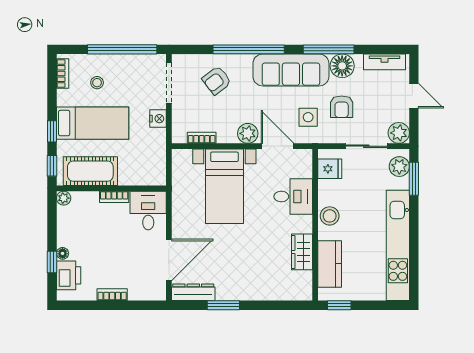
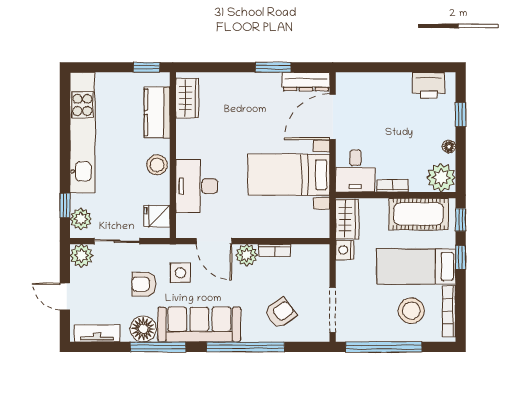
bookcase: (63, 74) -> (449, 311), width x1.56
stool: (97, 83) -> (411, 311), width x1.89, depth x1.89
armchair: (342, 107) -> (144, 284), turned -90
nightstand: (158, 119) -> (345, 250), moved
bookcase: (202, 138) -> (275, 250), moved
wardrobe: (156, 166) -> (347, 219), added
window: (414, 179) -> (65, 205), width x0.67
bed with nightstands: (224, 186) -> (289, 175), moved, turned -90
desk: (293, 197) -> (197, 186), width x1.37
plant: (64, 198) -> (441, 178), width x1.88, depth x1.88
wardrobe: (302, 252) -> (187, 98), moved
floor lamp: (63, 253) -> (449, 147), moved
printer: (69, 275) -> (429, 85), moved, turned -90
bookcase: (112, 295) -> (395, 79), removed

